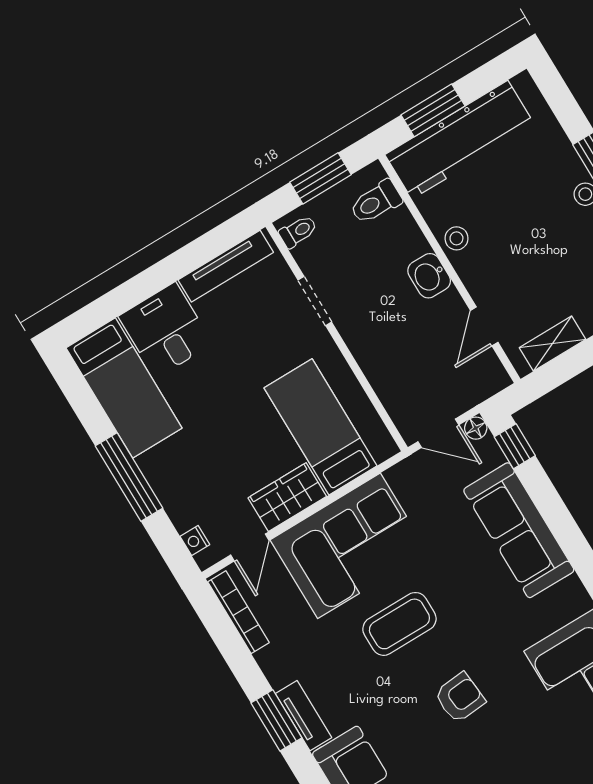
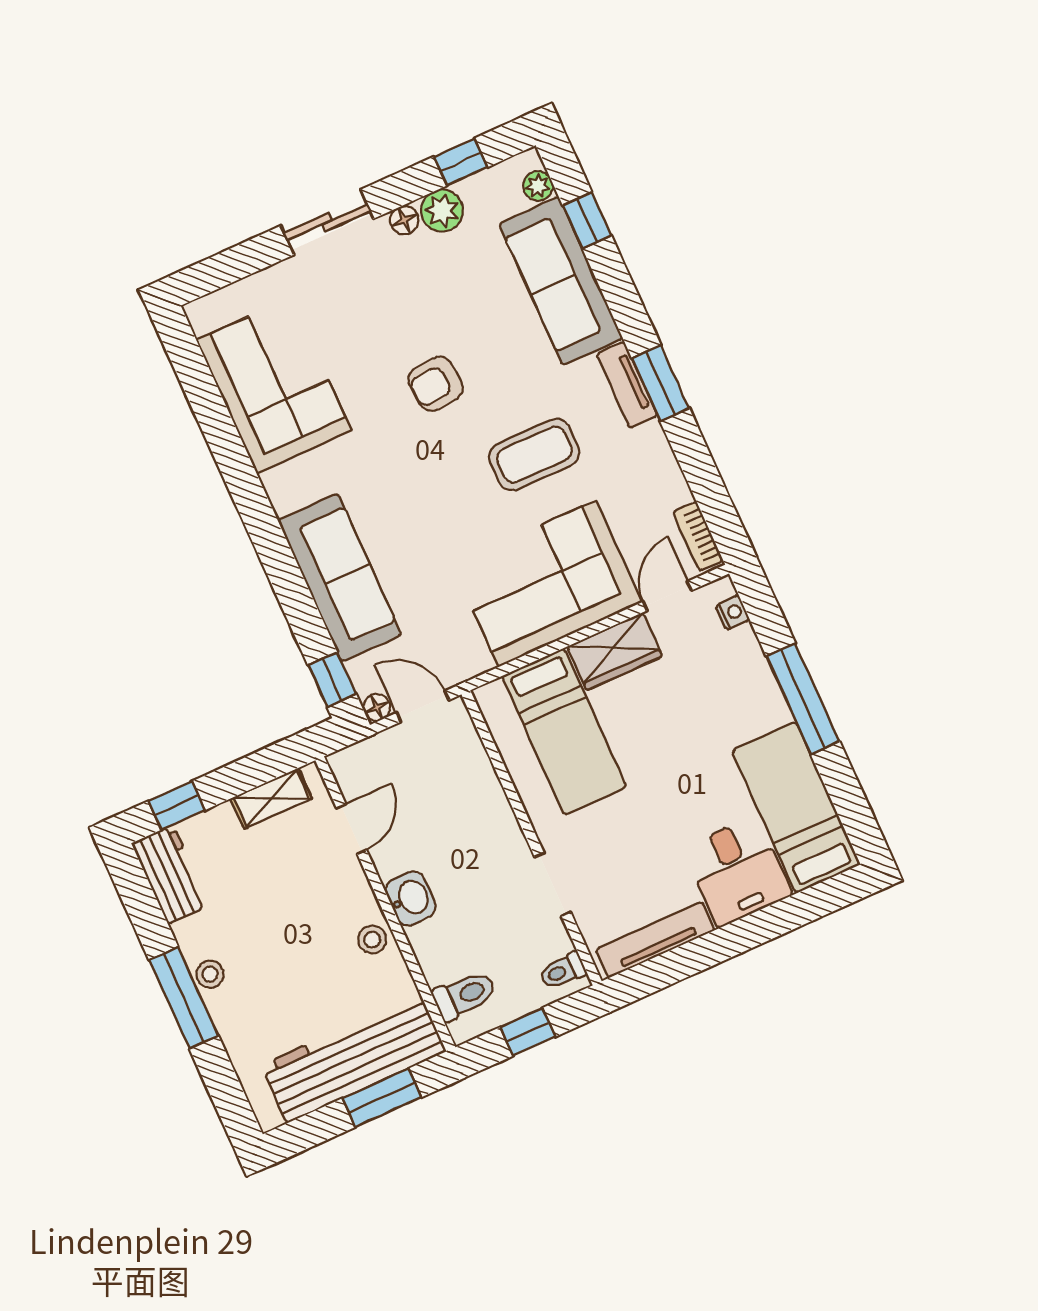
window: (321, 178) -> (528, 1032), width x0.67
bookcase: (238, 612) -> (698, 536), width x0.64
coffee table: (399, 624) -> (534, 455), moved

